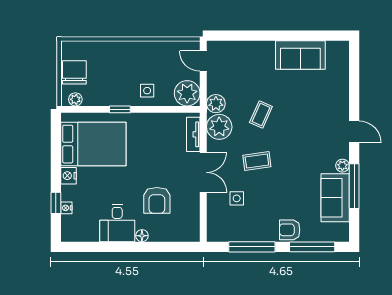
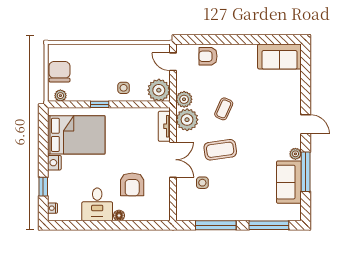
sofa: (300, 55) -> (279, 56), moved
coffee table: (257, 161) -> (220, 150), width x1.36, depth x1.30
nightstand: (66, 208) -> (53, 208), moved
armchair: (290, 230) -> (208, 56), moved

